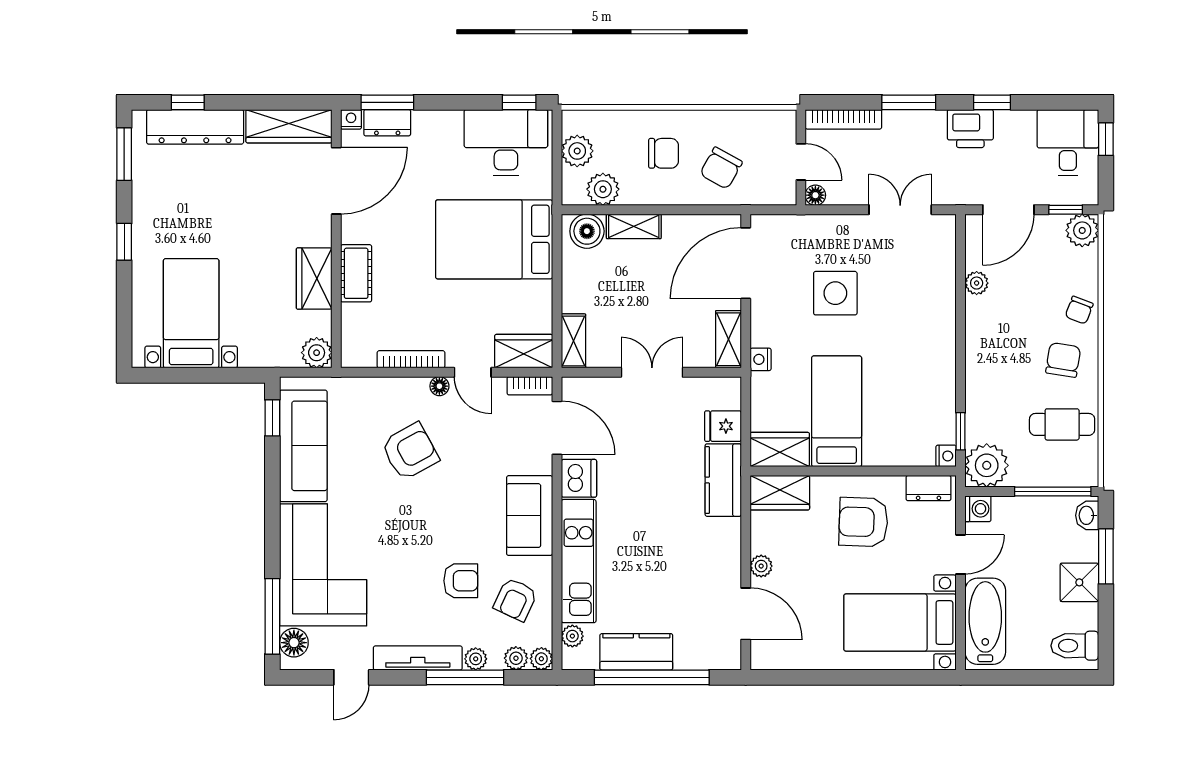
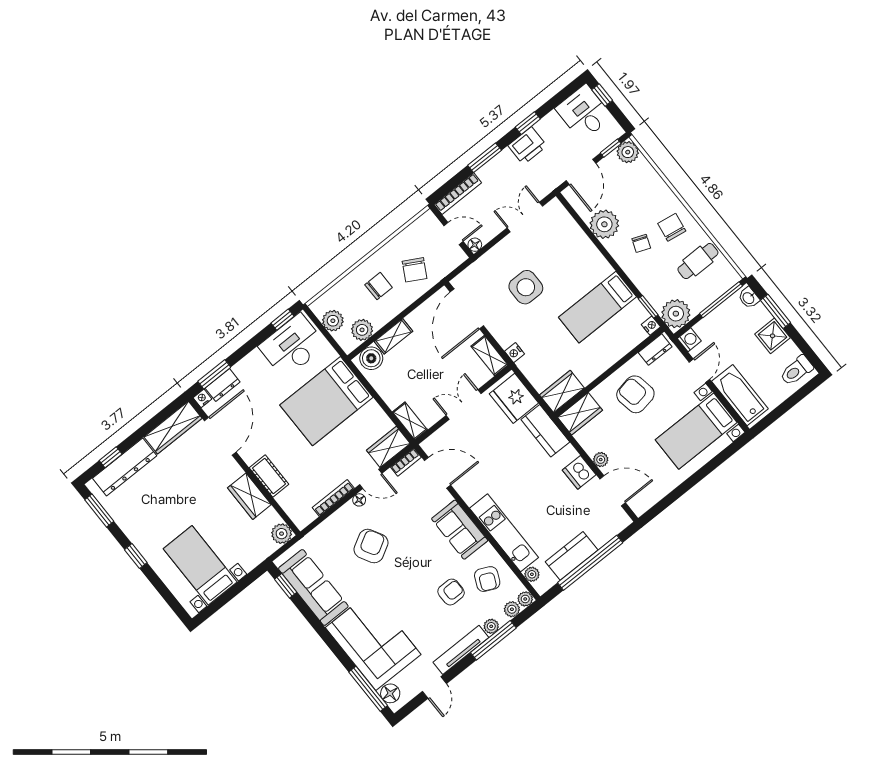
plant: (977, 283) -> (604, 224), width x1.87, depth x1.87
chair: (1079, 310) -> (641, 243), moved
bed: (837, 411) -> (597, 307), moved, turned -90
fridge: (723, 426) -> (514, 398), width x1.88, depth x1.34
dishwasher: (579, 478) -> (579, 472), moved, turned 180
armchair: (863, 522) -> (635, 394), turned 78

